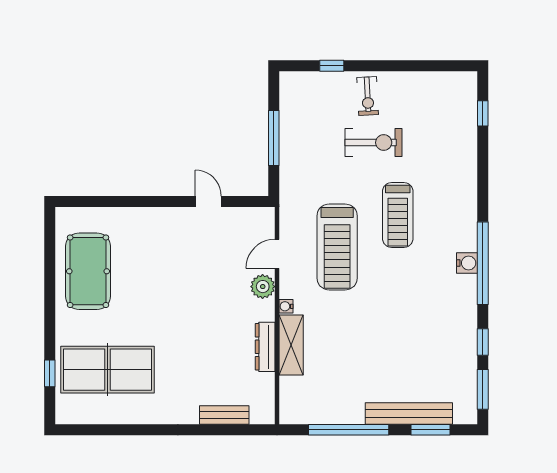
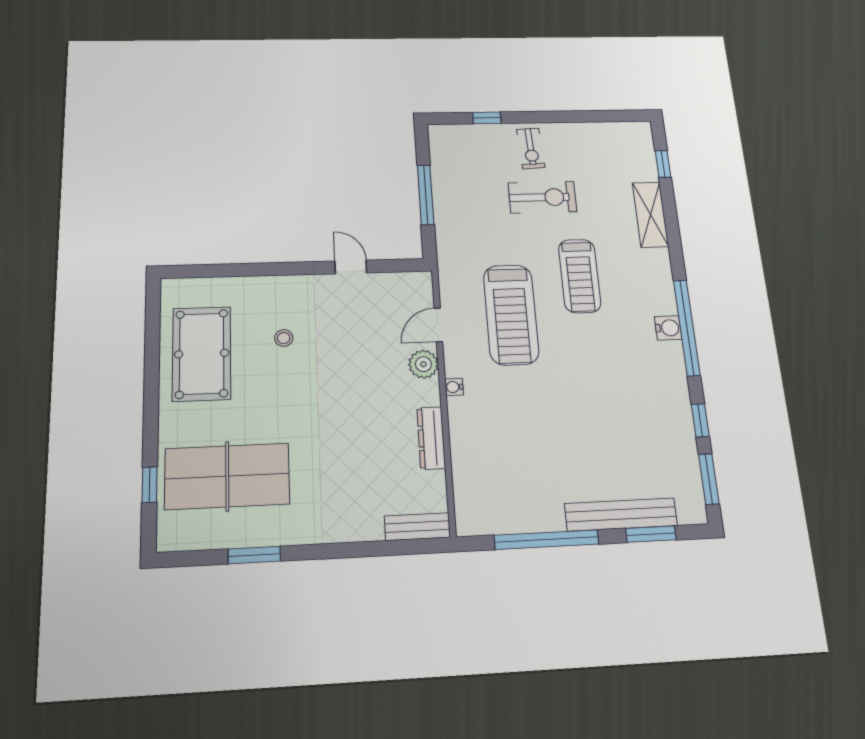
stool: (152, 261) -> (284, 338), added
shelving: (291, 345) -> (650, 215), moved
bench: (224, 415) -> (417, 527), moved
window: (127, 430) -> (254, 555), added

